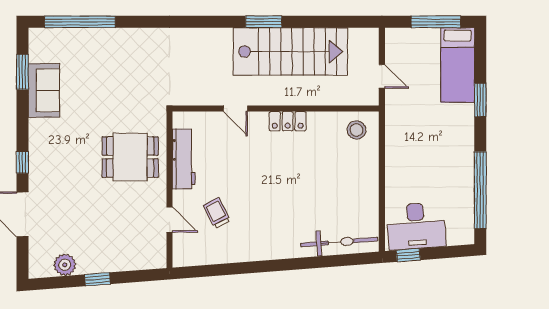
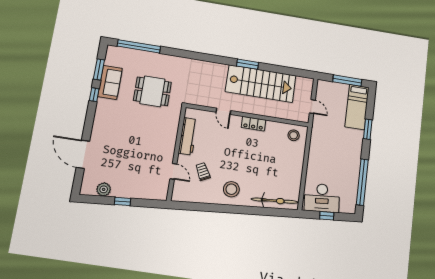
dining table: (130, 157) -> (152, 91), moved
window: (22, 162) -> (94, 95), moved
stool: (267, 234) -> (231, 189), added
window: (408, 255) -> (327, 216), moved

